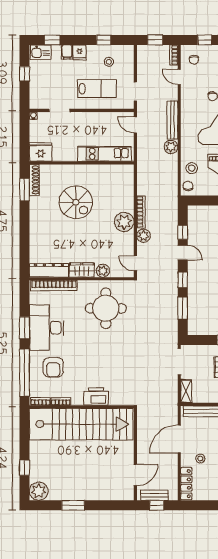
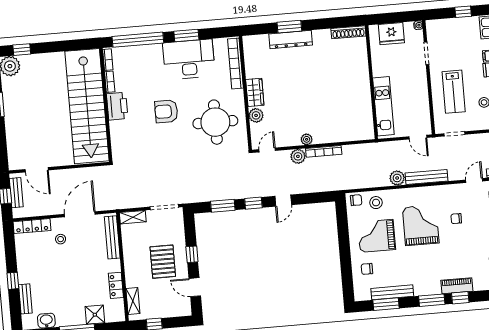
door: (135, 125) -> (418, 137), swing flipped
fridge: (41, 152) -> (391, 34), moved, turned 90
window: (25, 190) -> (289, 27), moved
spiral stairs: (76, 202) -> (328, 80), removed
plant: (124, 222) -> (307, 139), width x0.53, depth x0.53
window: (183, 232) -> (305, 199), removed
dresser: (49, 270) -> (291, 39), moved, turned 90
armchair: (53, 367) -> (166, 111), moved
printer: (96, 397) -> (117, 106), moved
door: (179, 439) -> (80, 214), hinge flipped
window: (25, 468) -> (22, 50), moved

